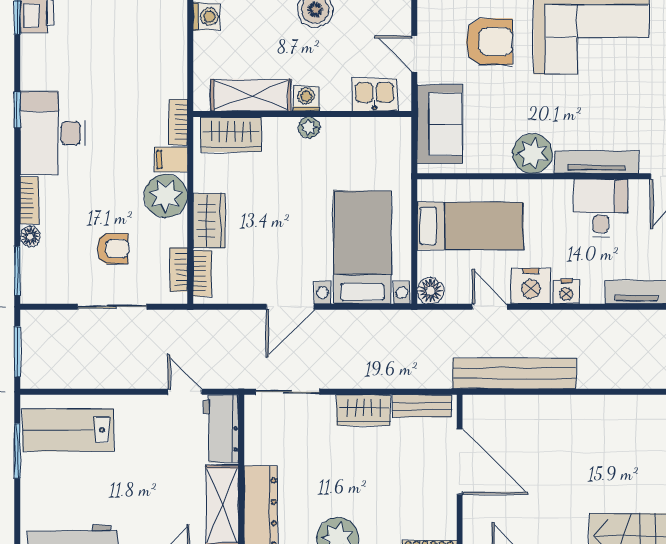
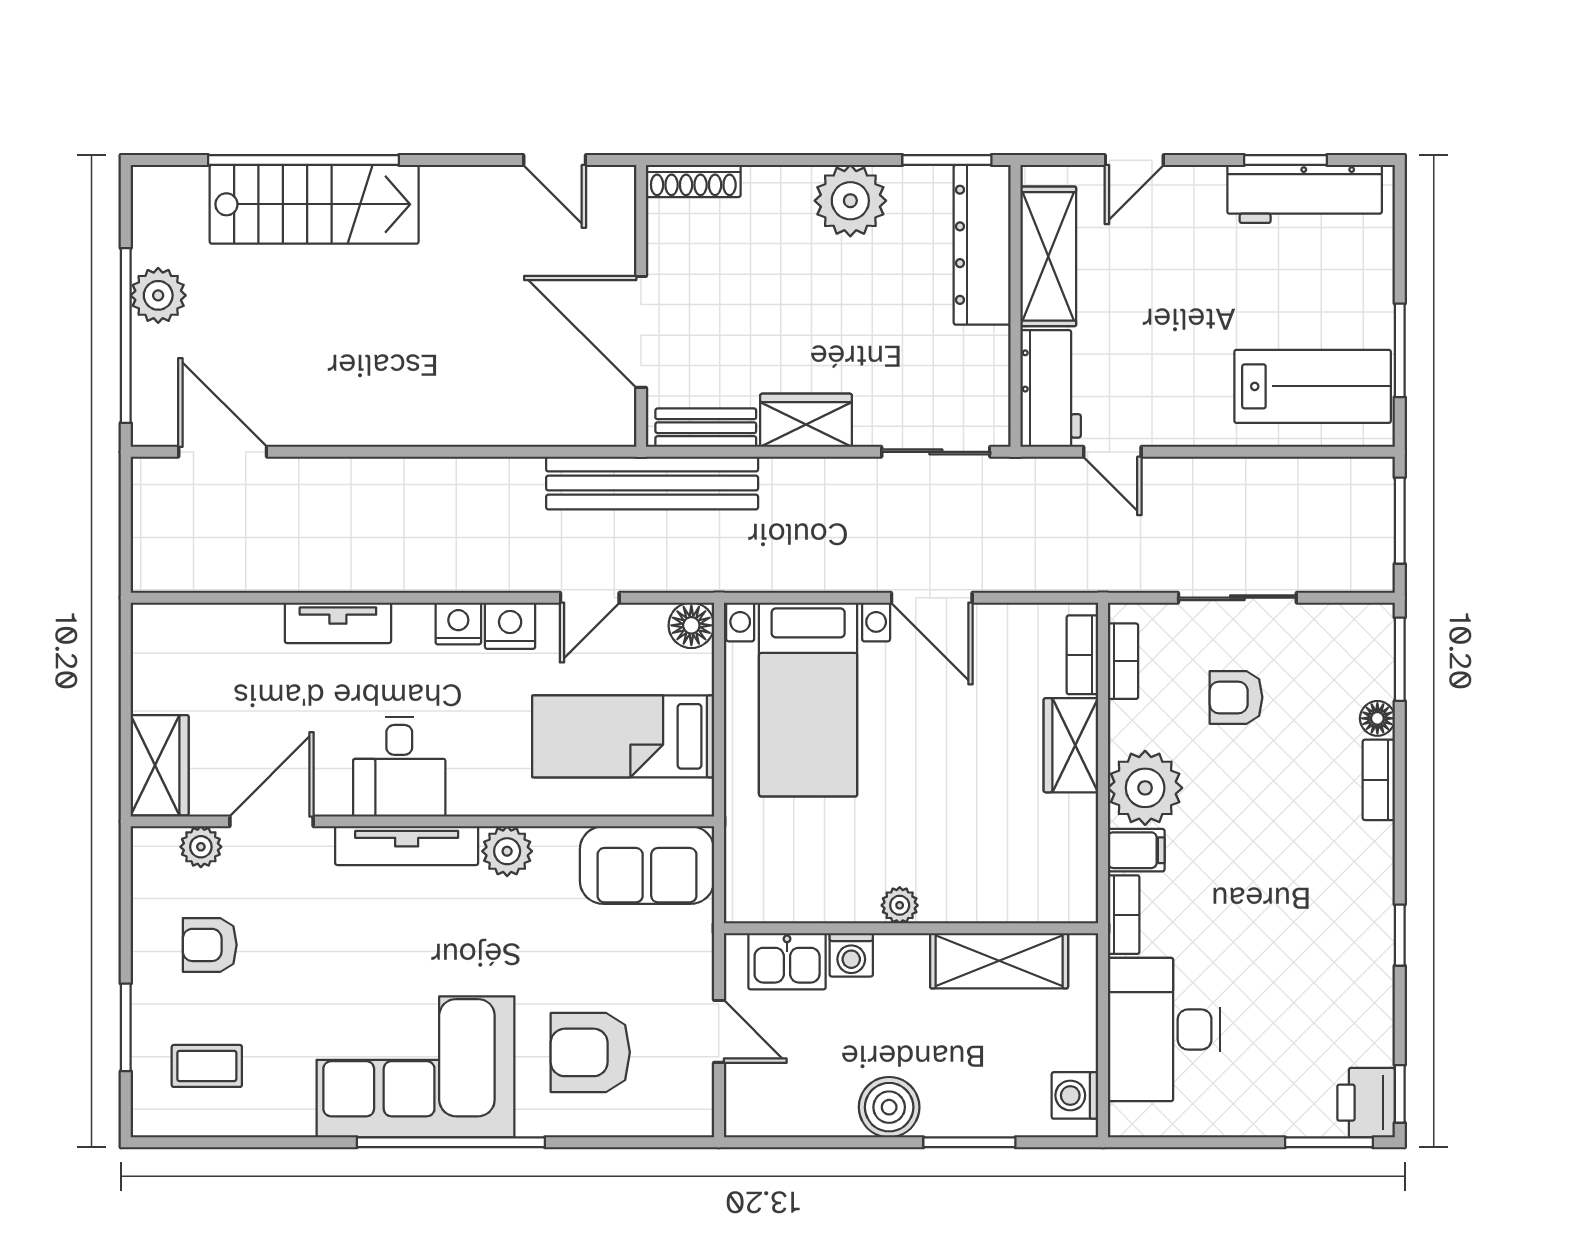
washing machine: (306, 98) -> (851, 955), moved
sofa: (440, 124) -> (647, 865), moved, turned -90
desk: (53, 133) -> (1164, 1029), moved, turned 180
wardrobe: (231, 134) -> (1033, 893), removed
plant: (532, 154) -> (507, 851), width x0.73, depth x0.73
nightstand: (531, 286) -> (510, 626), width x0.74, depth x0.75
door: (290, 307) -> (932, 598), swing flipped
door: (490, 307) -> (590, 598), hinge flipped
bench: (514, 374) -> (652, 483), moved

